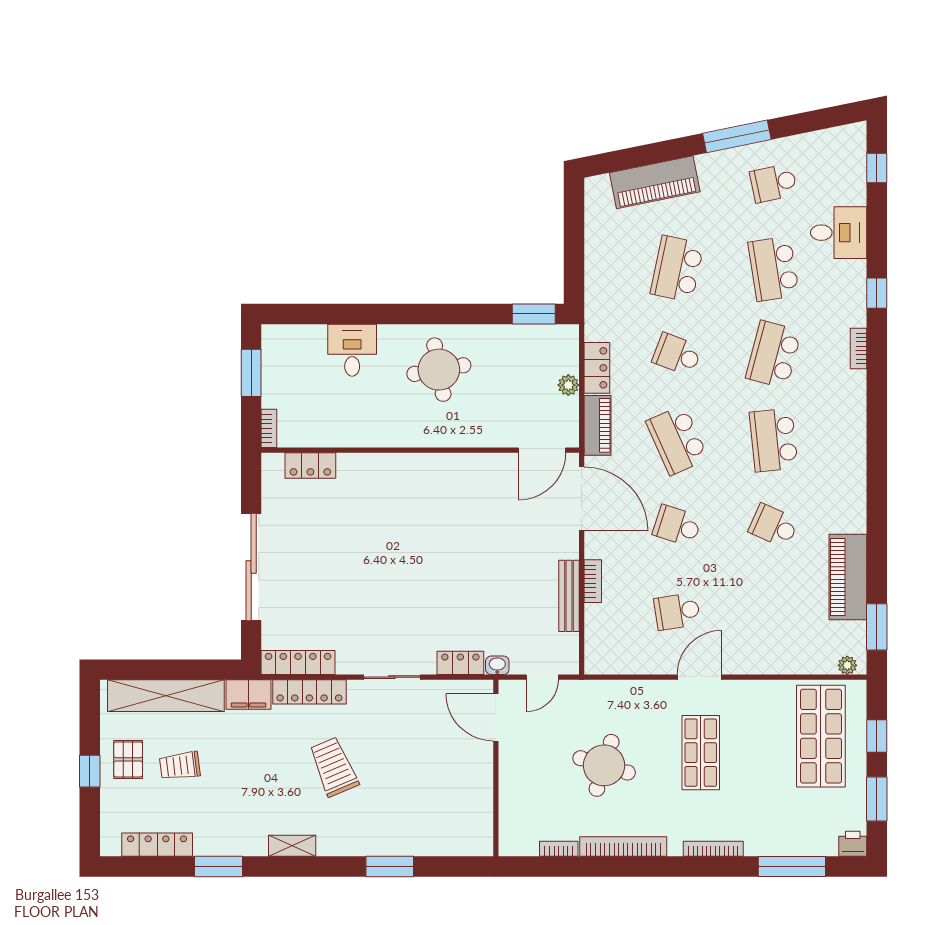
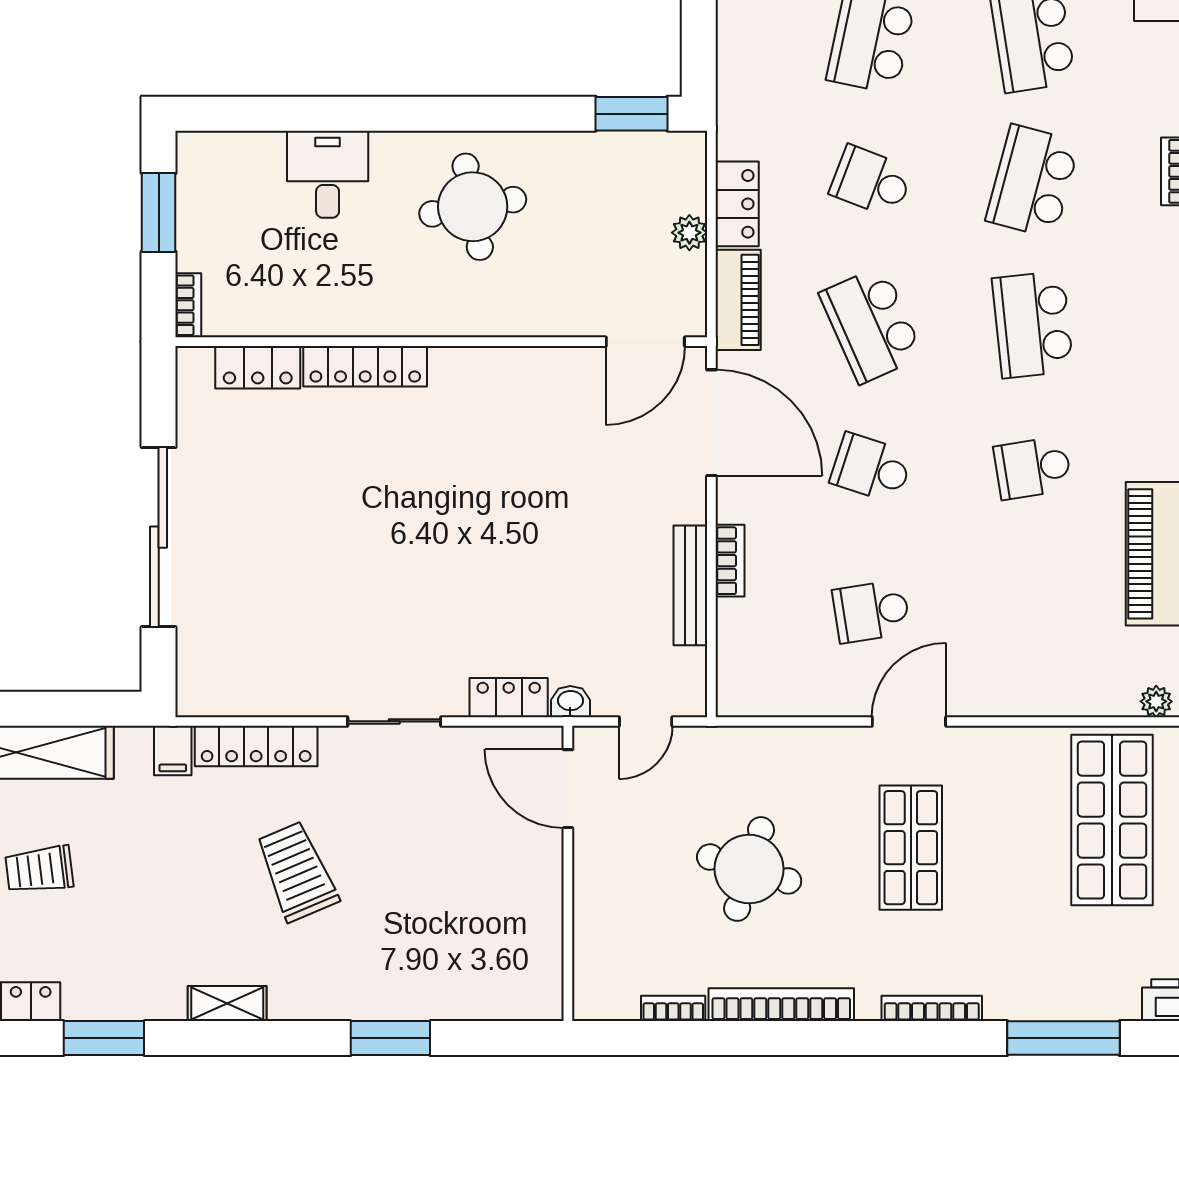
school desk: (774, 526) -> (1033, 468), turned -33
locker: (298, 662) -> (365, 366), moved, turned 180
filing cabinet: (248, 695) -> (173, 751), width x0.50

